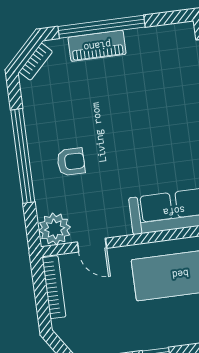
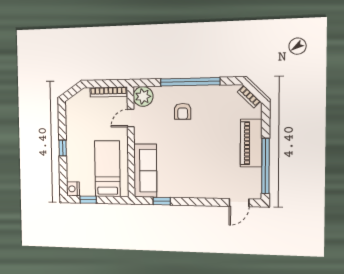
window: (101, 27) -> (265, 166), moved
piano: (97, 46) -> (251, 143), width x1.37, depth x1.33

